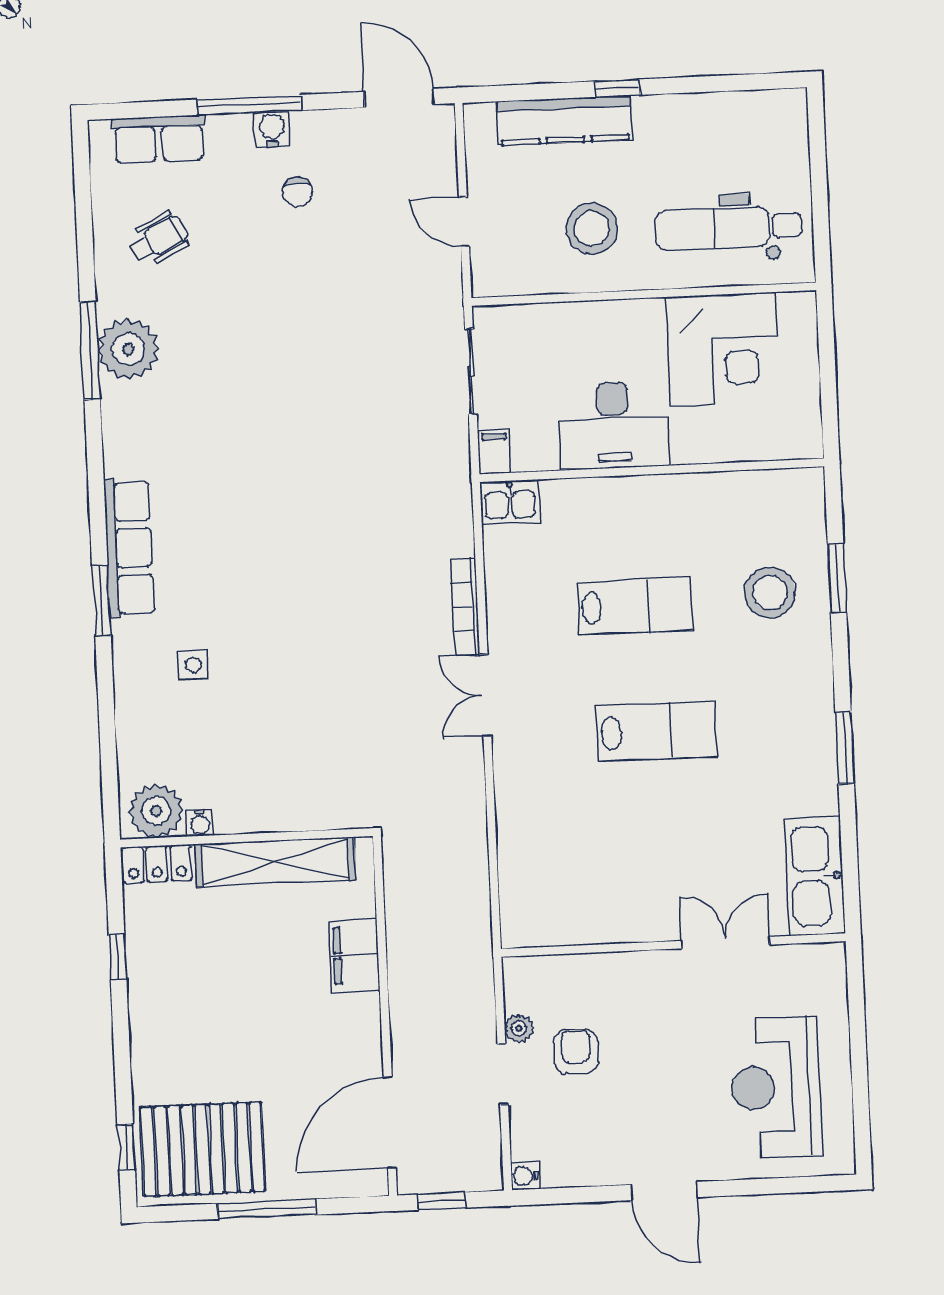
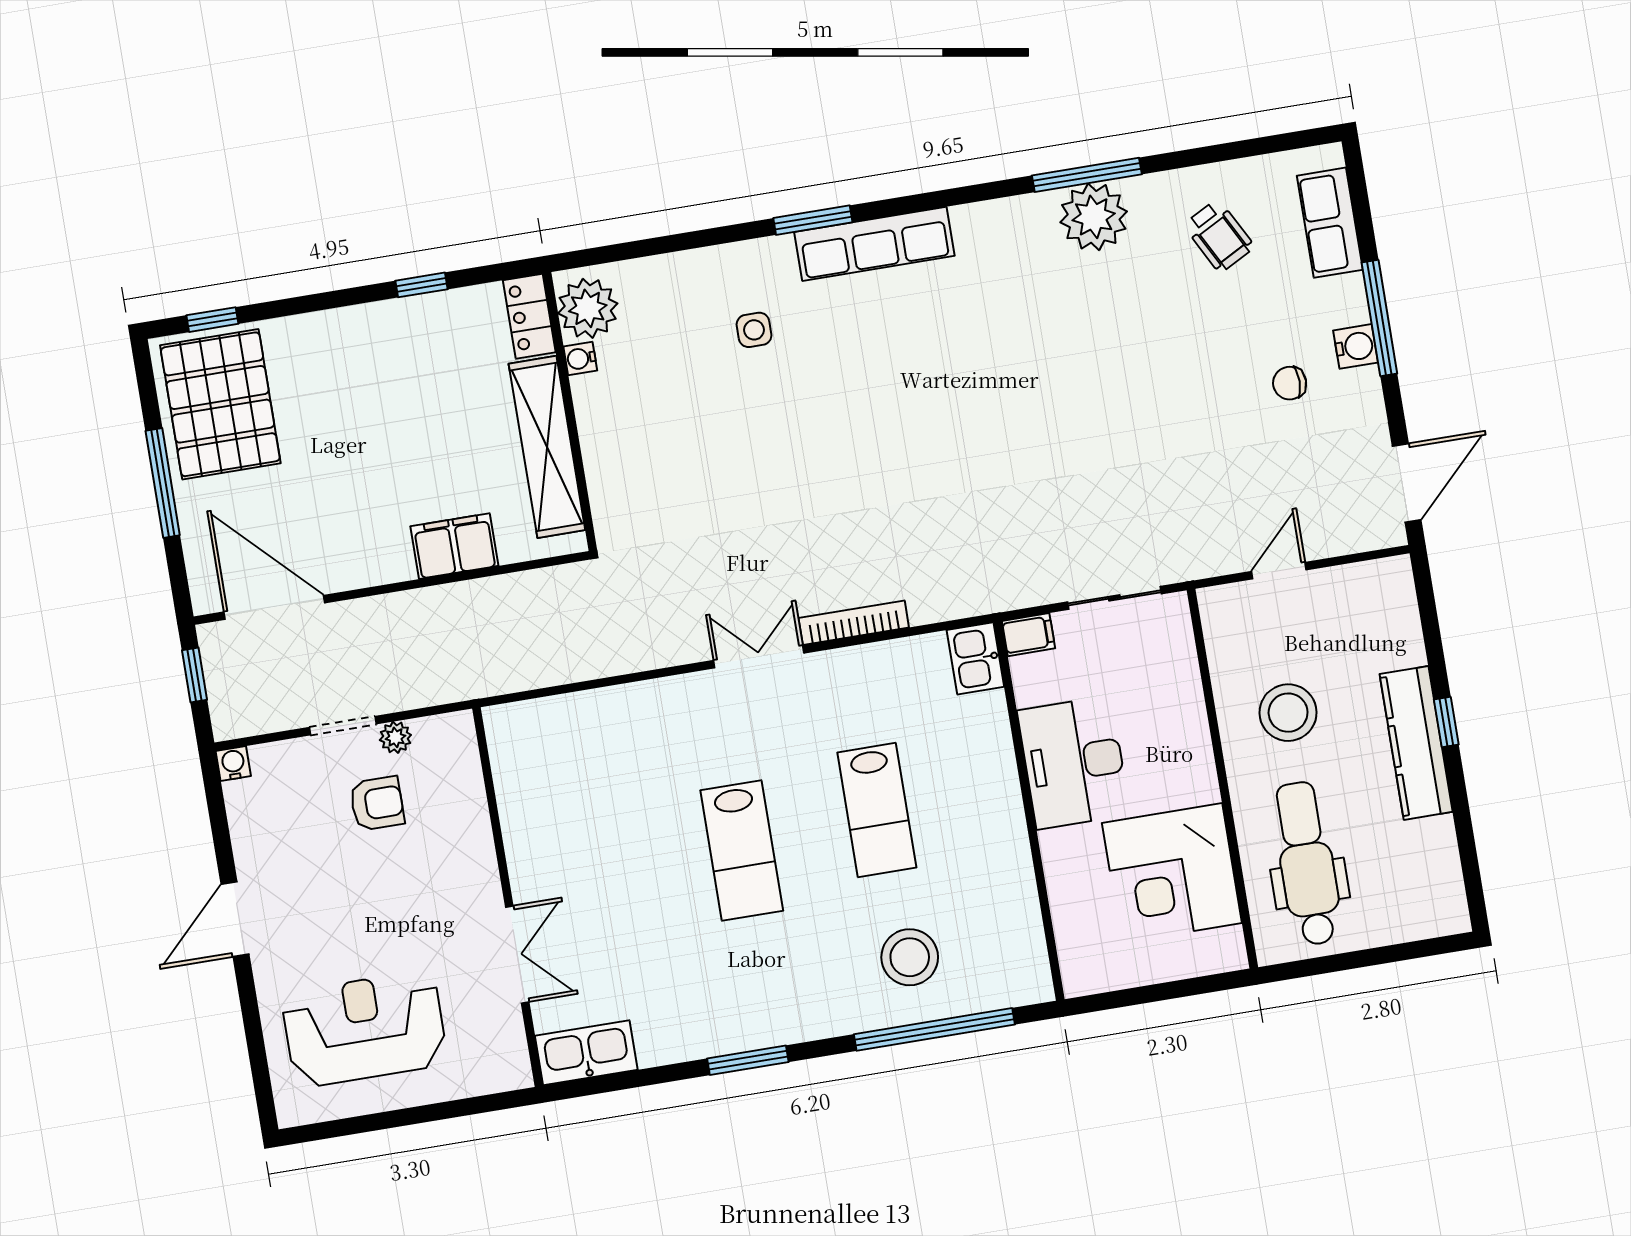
kitchen counter: (565, 120) -> (1416, 743), moved
window: (837, 578) -> (934, 1029), width x2.11
kitchen sink: (815, 876) -> (586, 1053), width x0.73, depth x0.81

